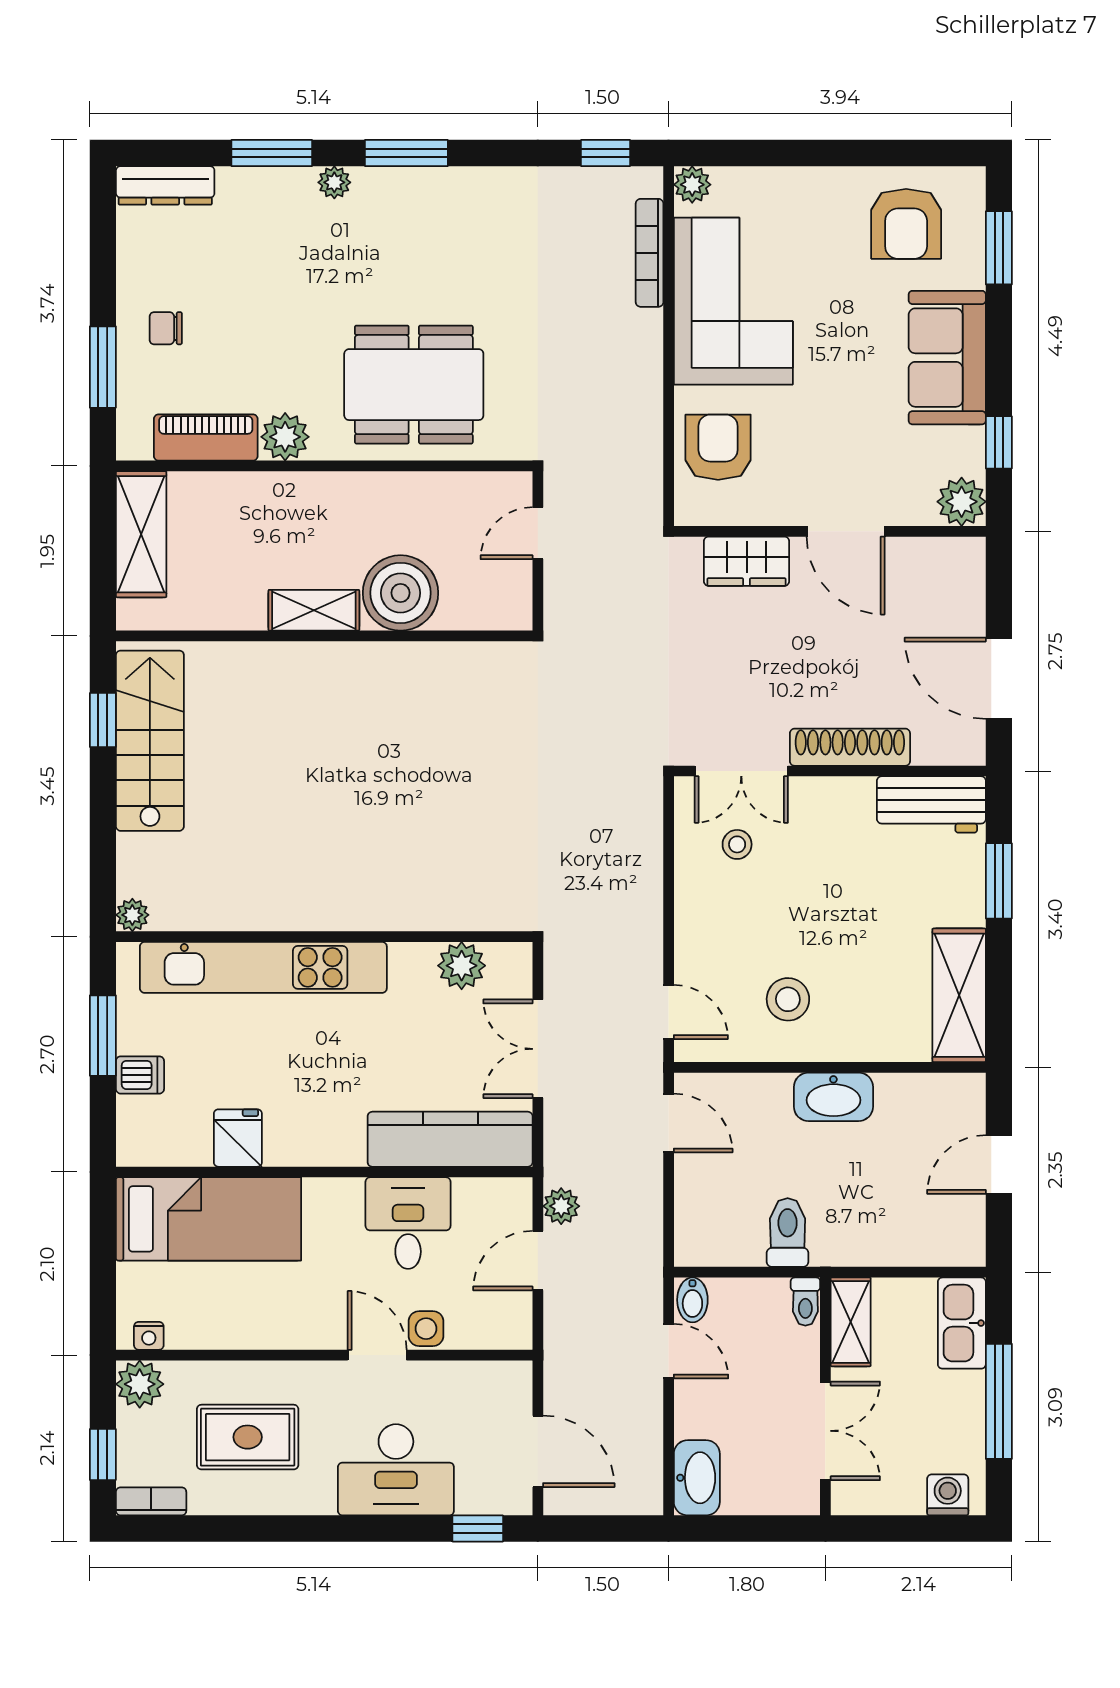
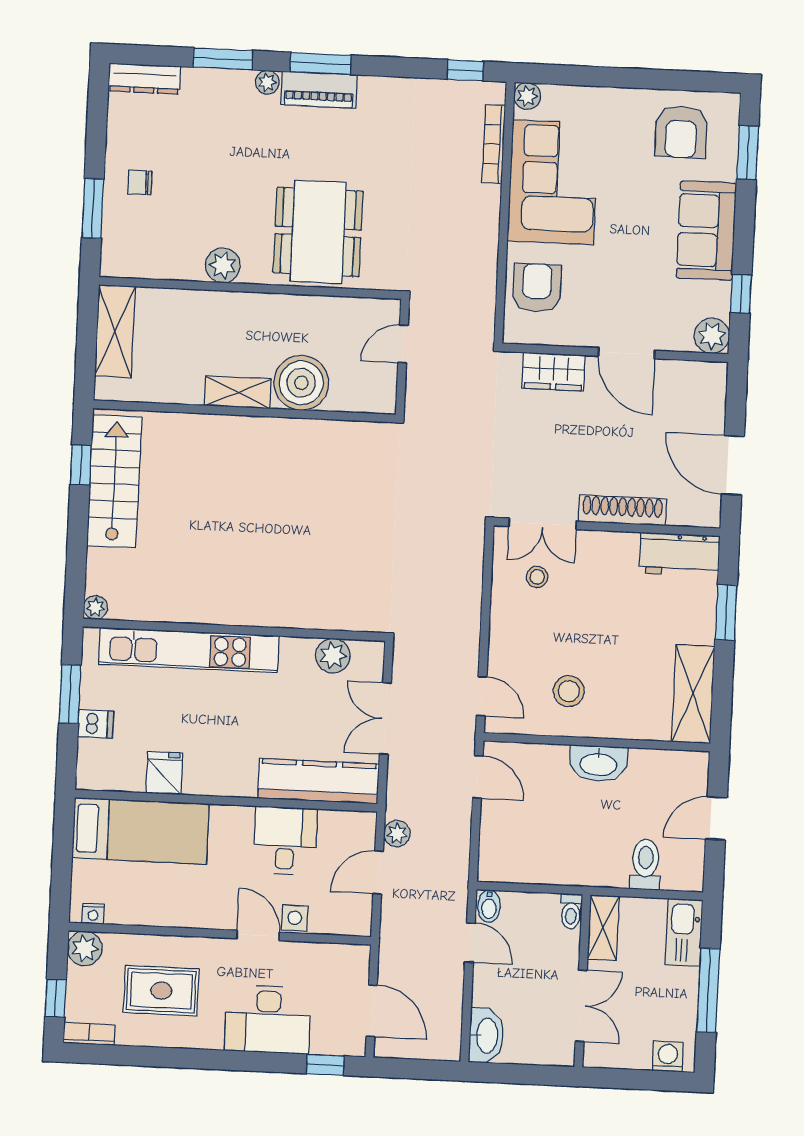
dining table: (414, 385) -> (318, 232), turned 90
piano: (206, 438) -> (319, 90), moved, turned 180
toilet: (788, 1233) -> (645, 865), moved

